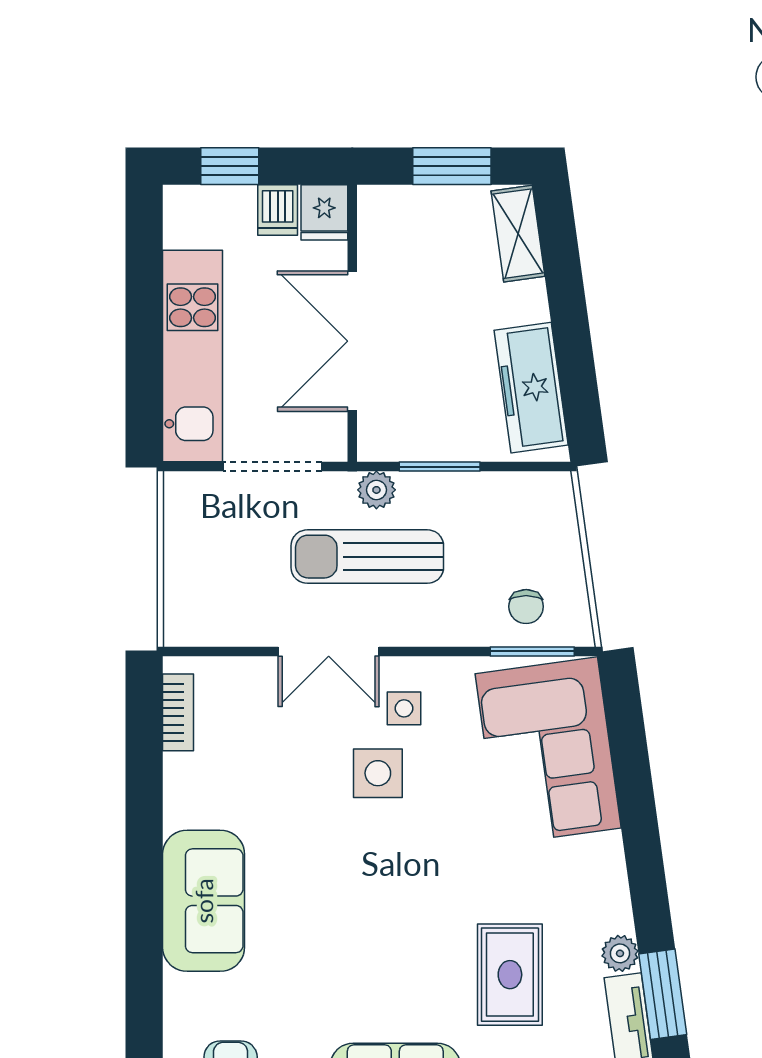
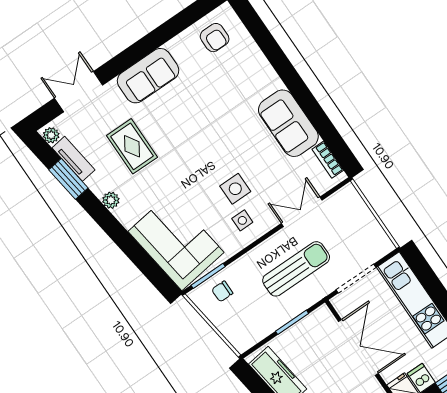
plant: (376, 490) -> (310, 297), removed
chair: (526, 607) -> (222, 291), turned -90
double door: (329, 651) -> (302, 212), moved
sofa: (204, 901) -> (288, 123), moved
plant: (620, 953) -> (111, 200), moved

